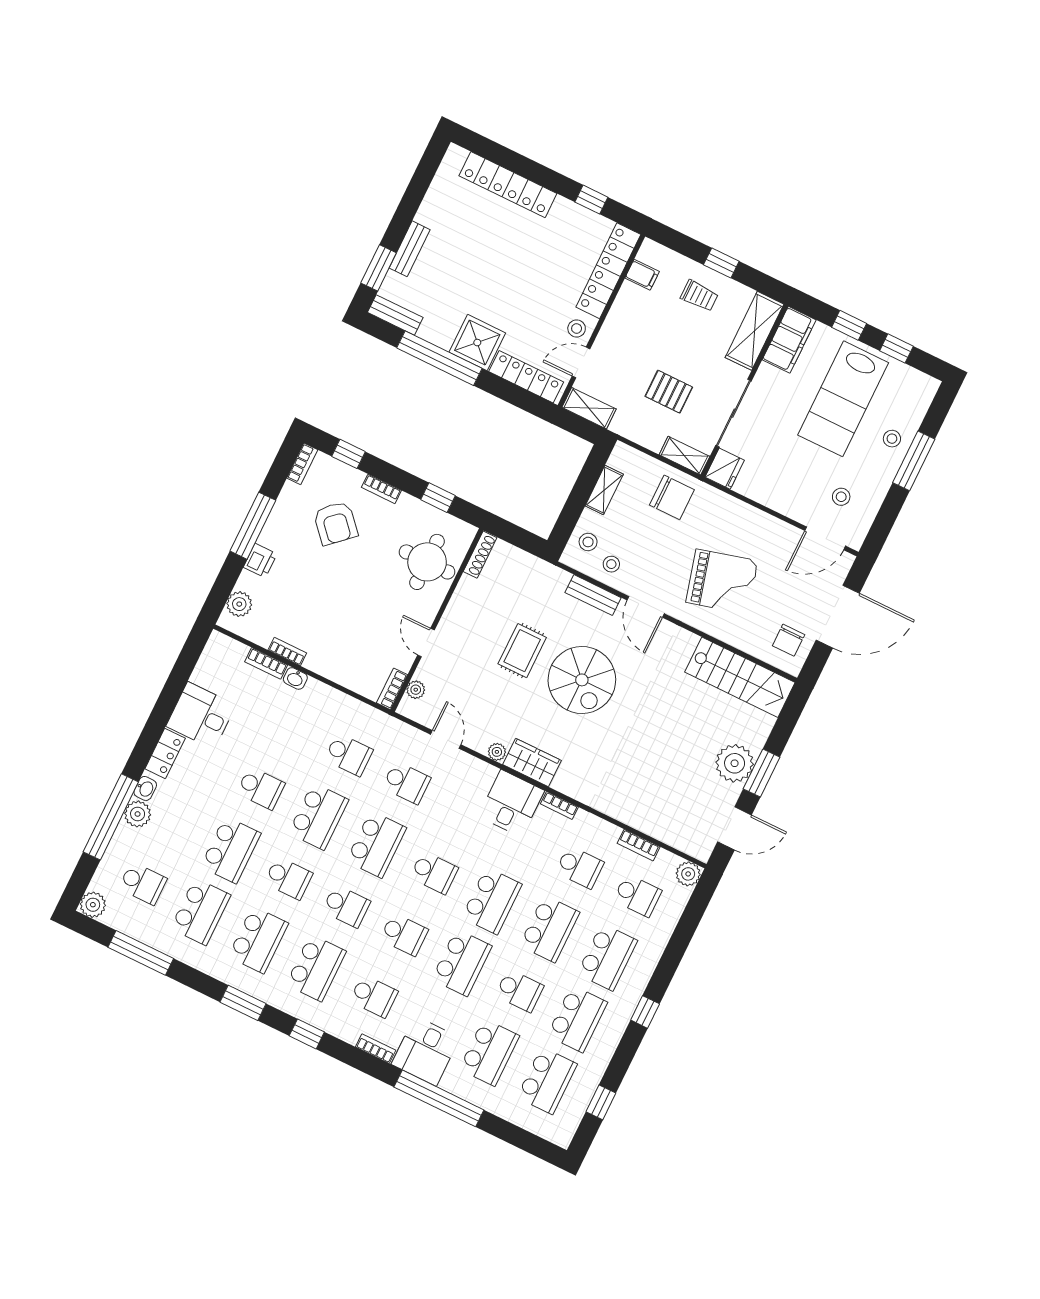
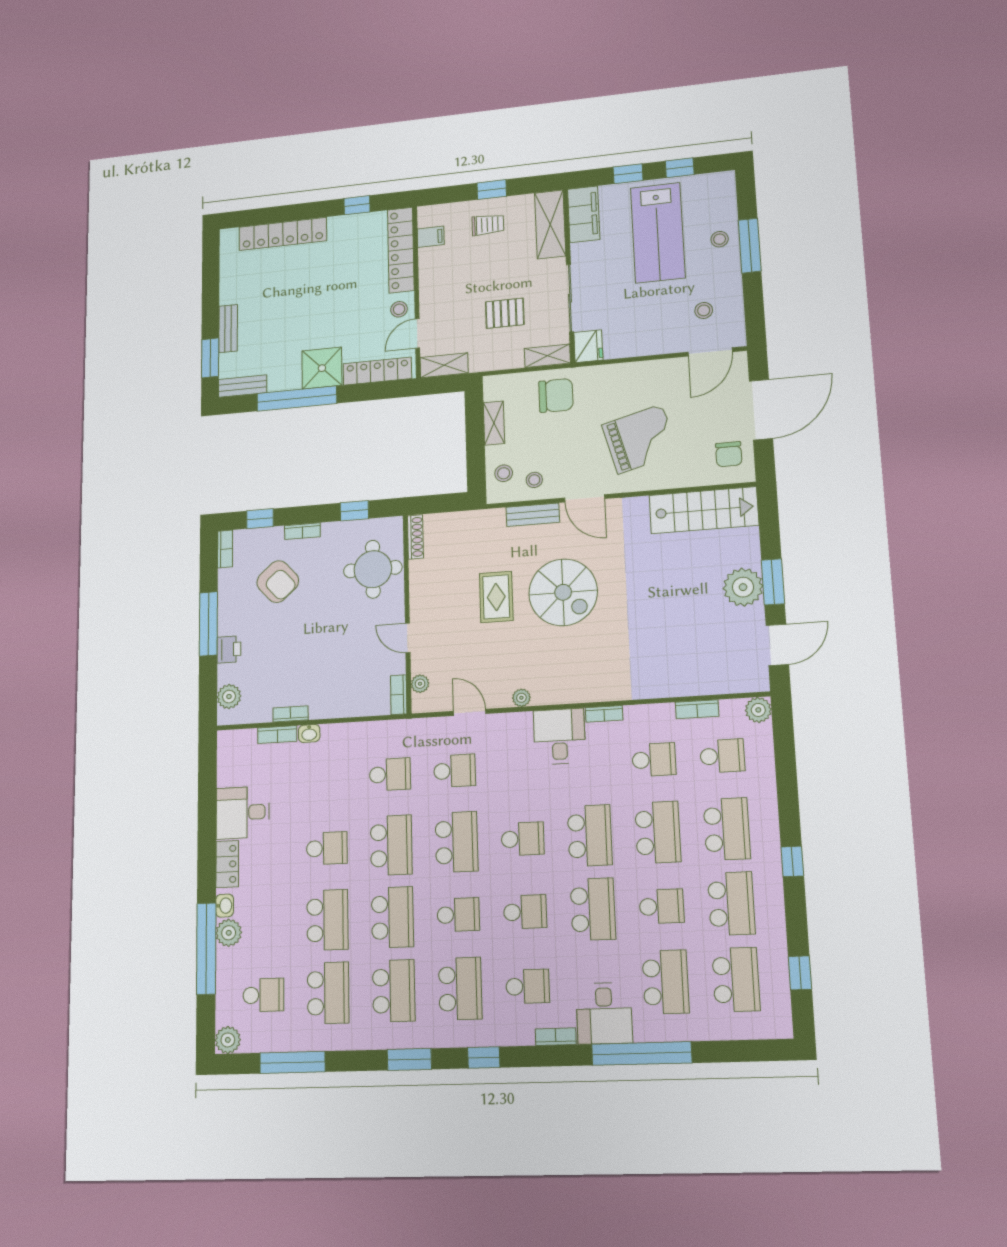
wardrobe: (532, 762) -> (558, 689), removed
school desk: (288, 878) -> (392, 917), width x1.85

